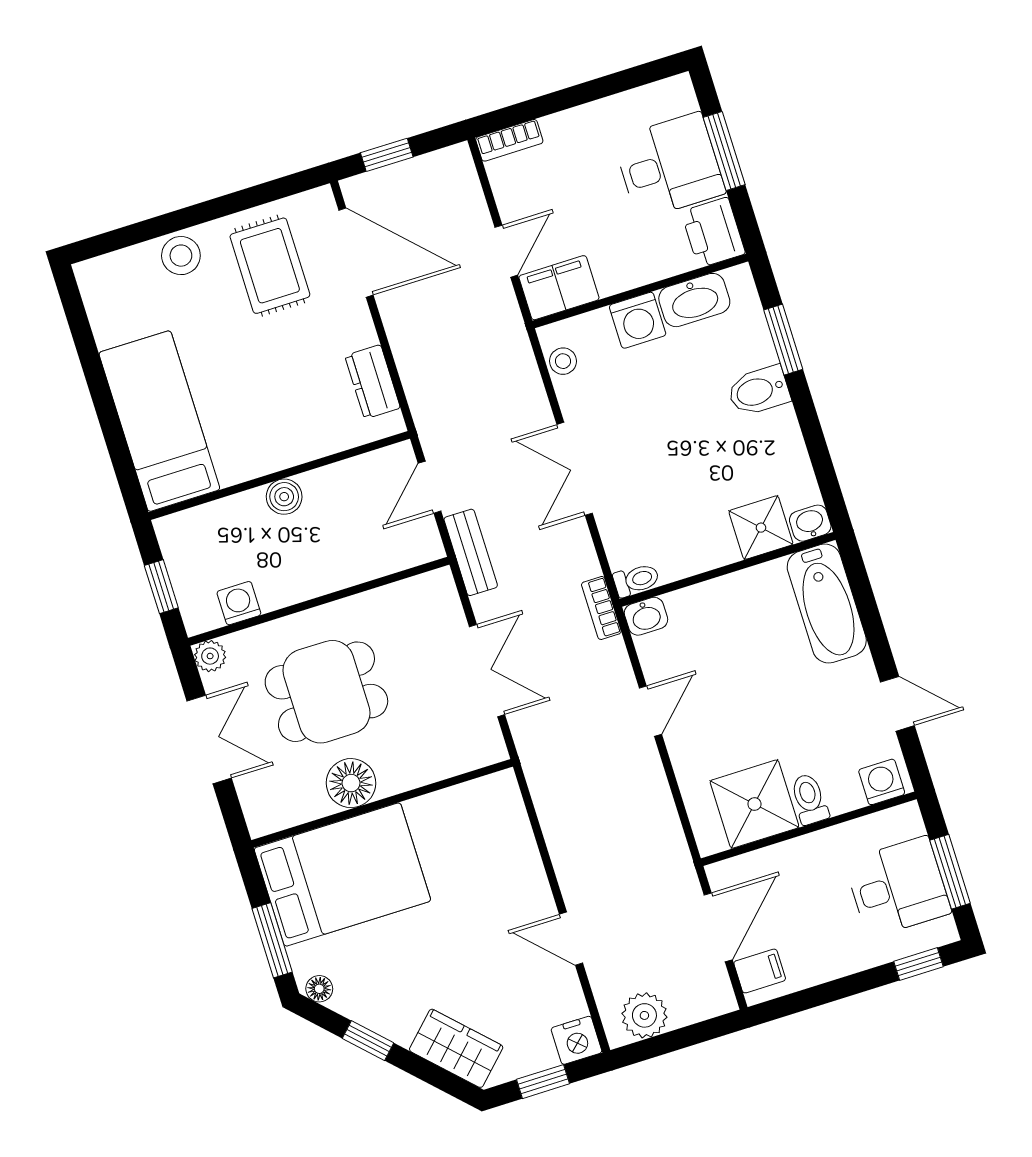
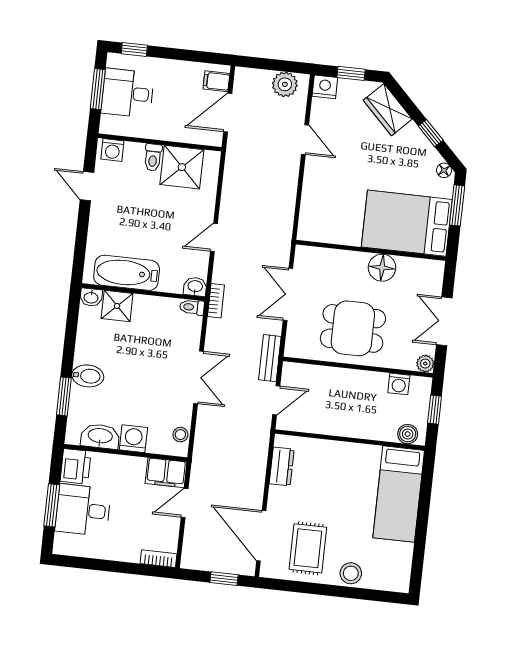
boiler: (284, 497) -> (408, 434), moved
bathtub: (827, 604) -> (127, 273), moved, turned -90
dining table: (326, 692) -> (353, 328), moved

